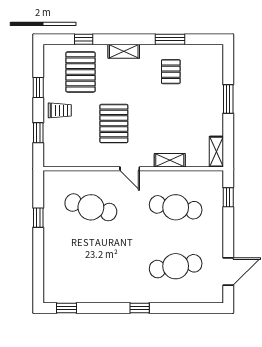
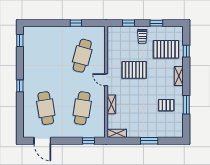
door: (130, 169) -> (106, 80), hinge flipped

